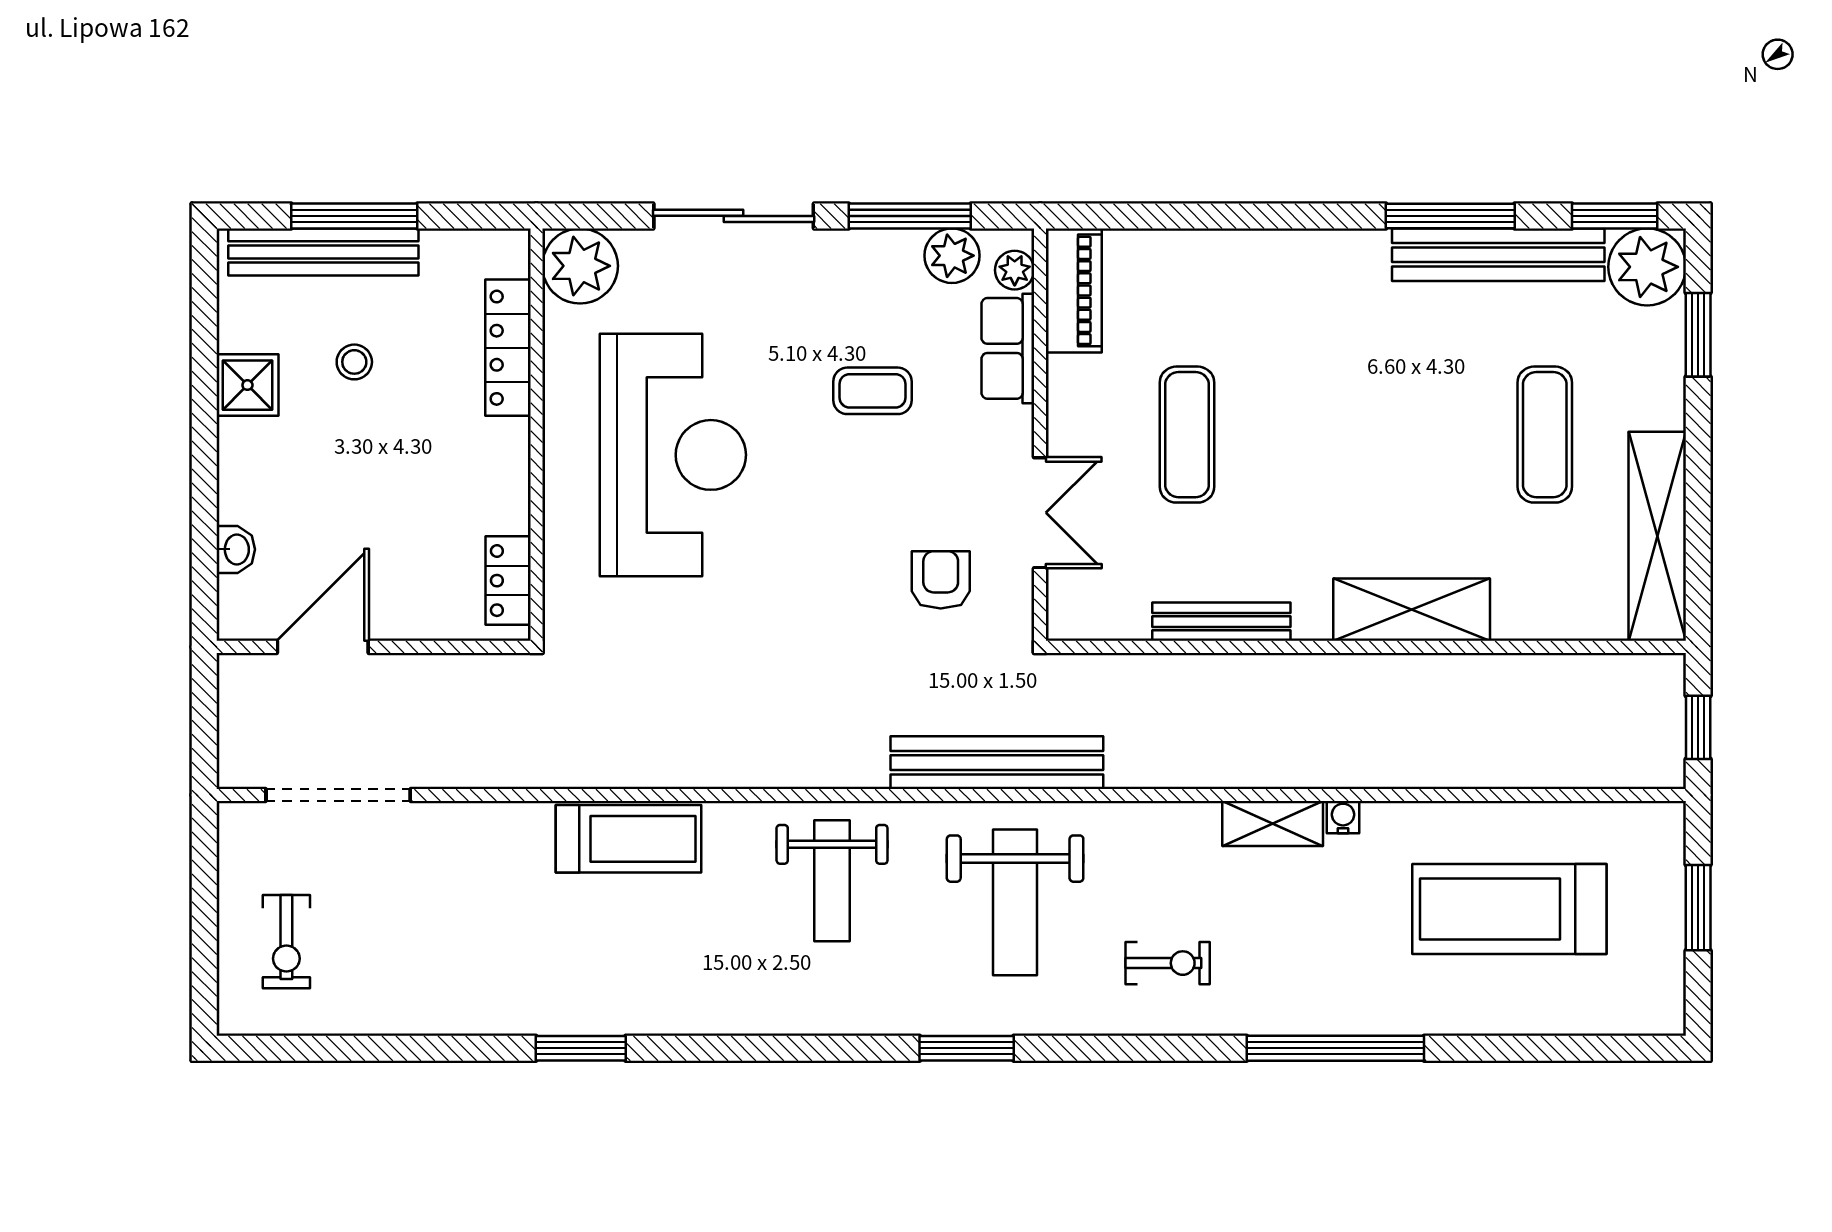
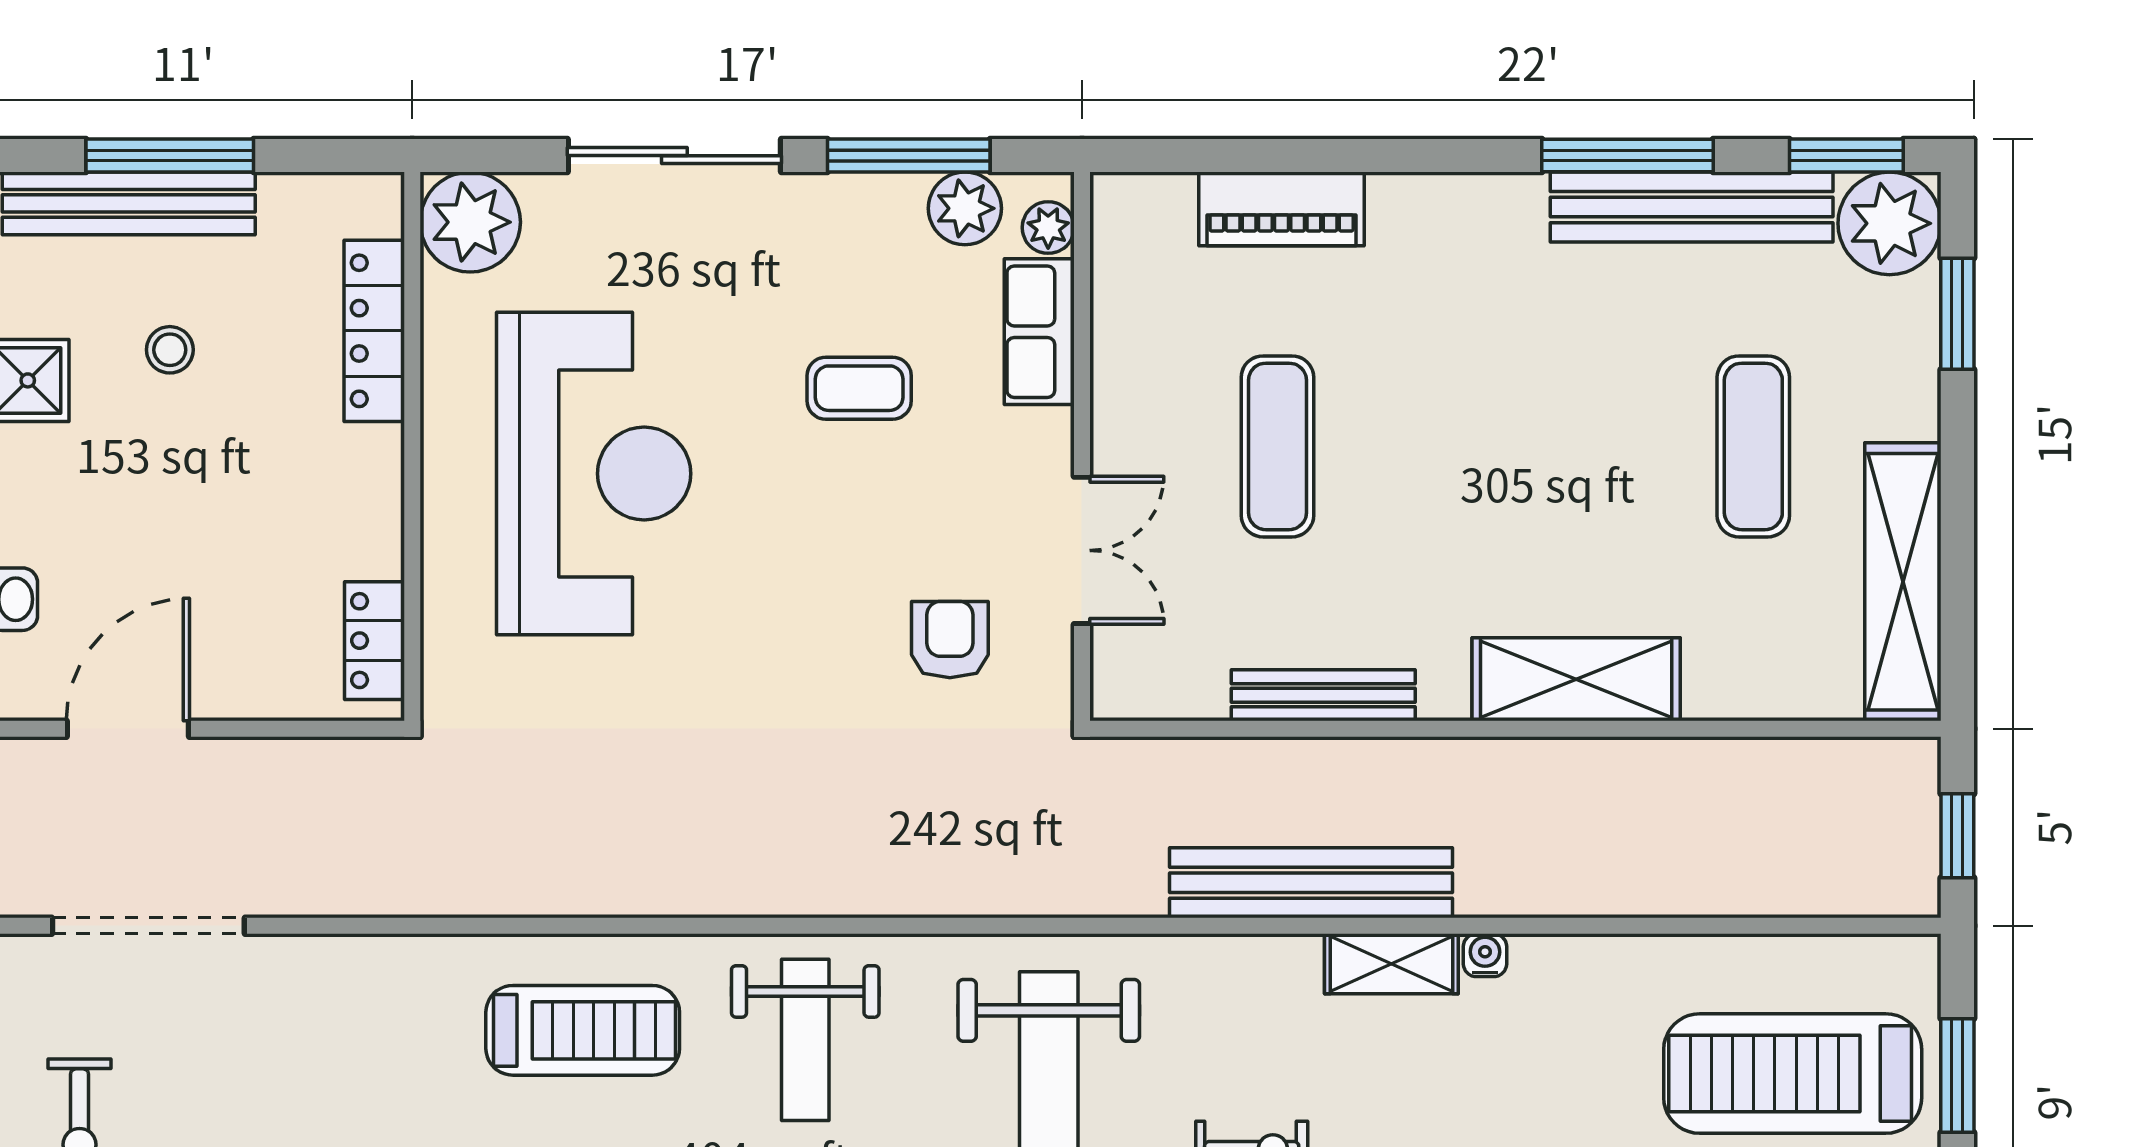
piano: (1074, 290) -> (1282, 209), moved, turned 90
bench: (997, 763) -> (1311, 883), moved
treadmill: (628, 839) -> (583, 1030), moved
treadmill: (1509, 909) -> (1793, 1074), moved

